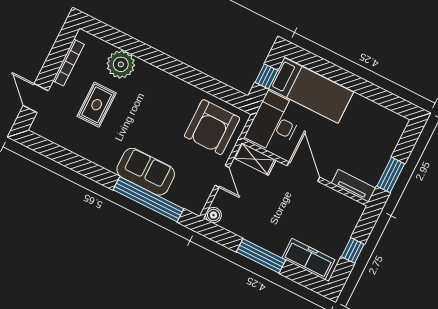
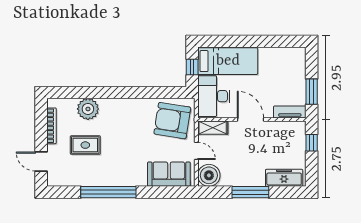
rug: (97, 105) -> (85, 145), turned 90
armchair: (212, 127) -> (172, 121), turned 99
sofa: (146, 172) -> (169, 174), moved
window: (148, 199) -> (108, 192), moved
boiler: (213, 215) -> (209, 175), width x1.86, depth x1.86
window: (353, 250) -> (312, 143), moved

